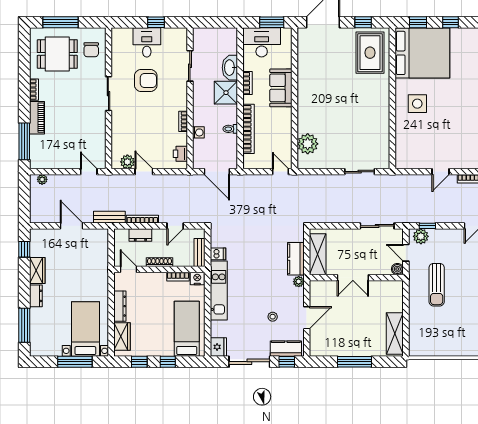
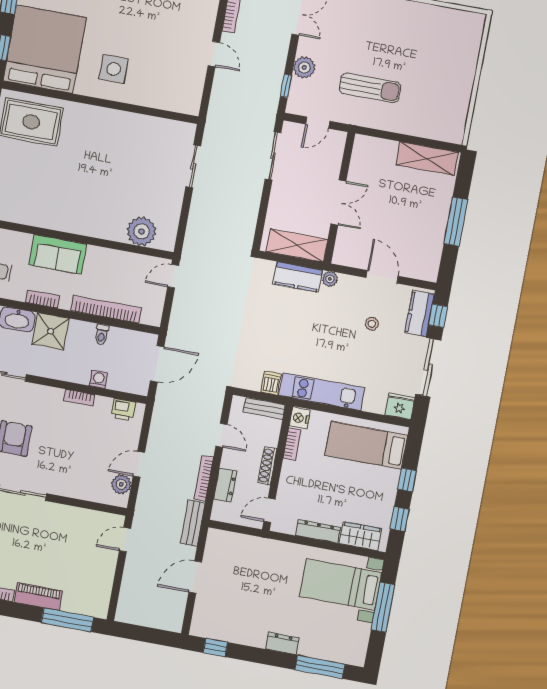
plant: (42, 179) -> (124, 605), removed
plant: (421, 236) -> (304, 68), moved
boiler: (397, 269) -> (338, 139), removed
wardrobe: (37, 271) -> (248, 635), removed

